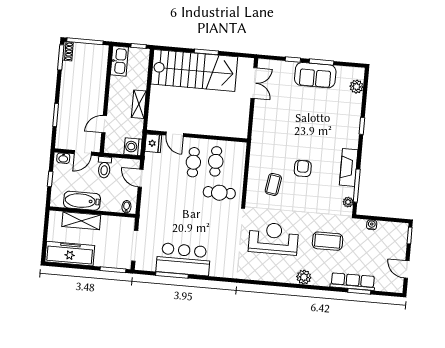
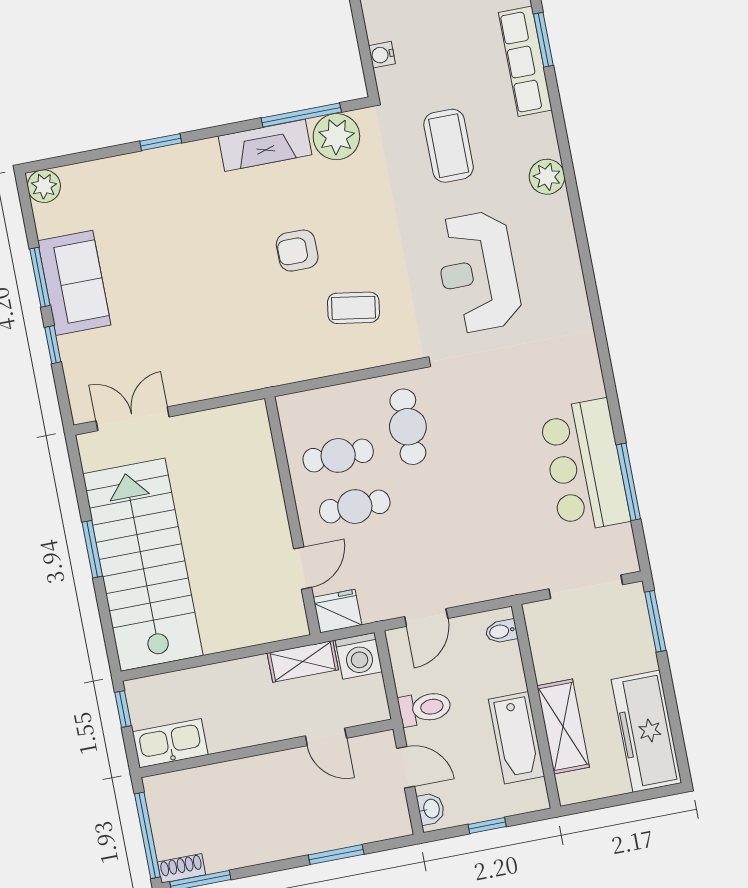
plant: (356, 87) -> (44, 186), moved
shelving: (139, 104) -> (303, 661), moved
plant: (348, 202) -> (336, 137), width x1.87, depth x1.87

